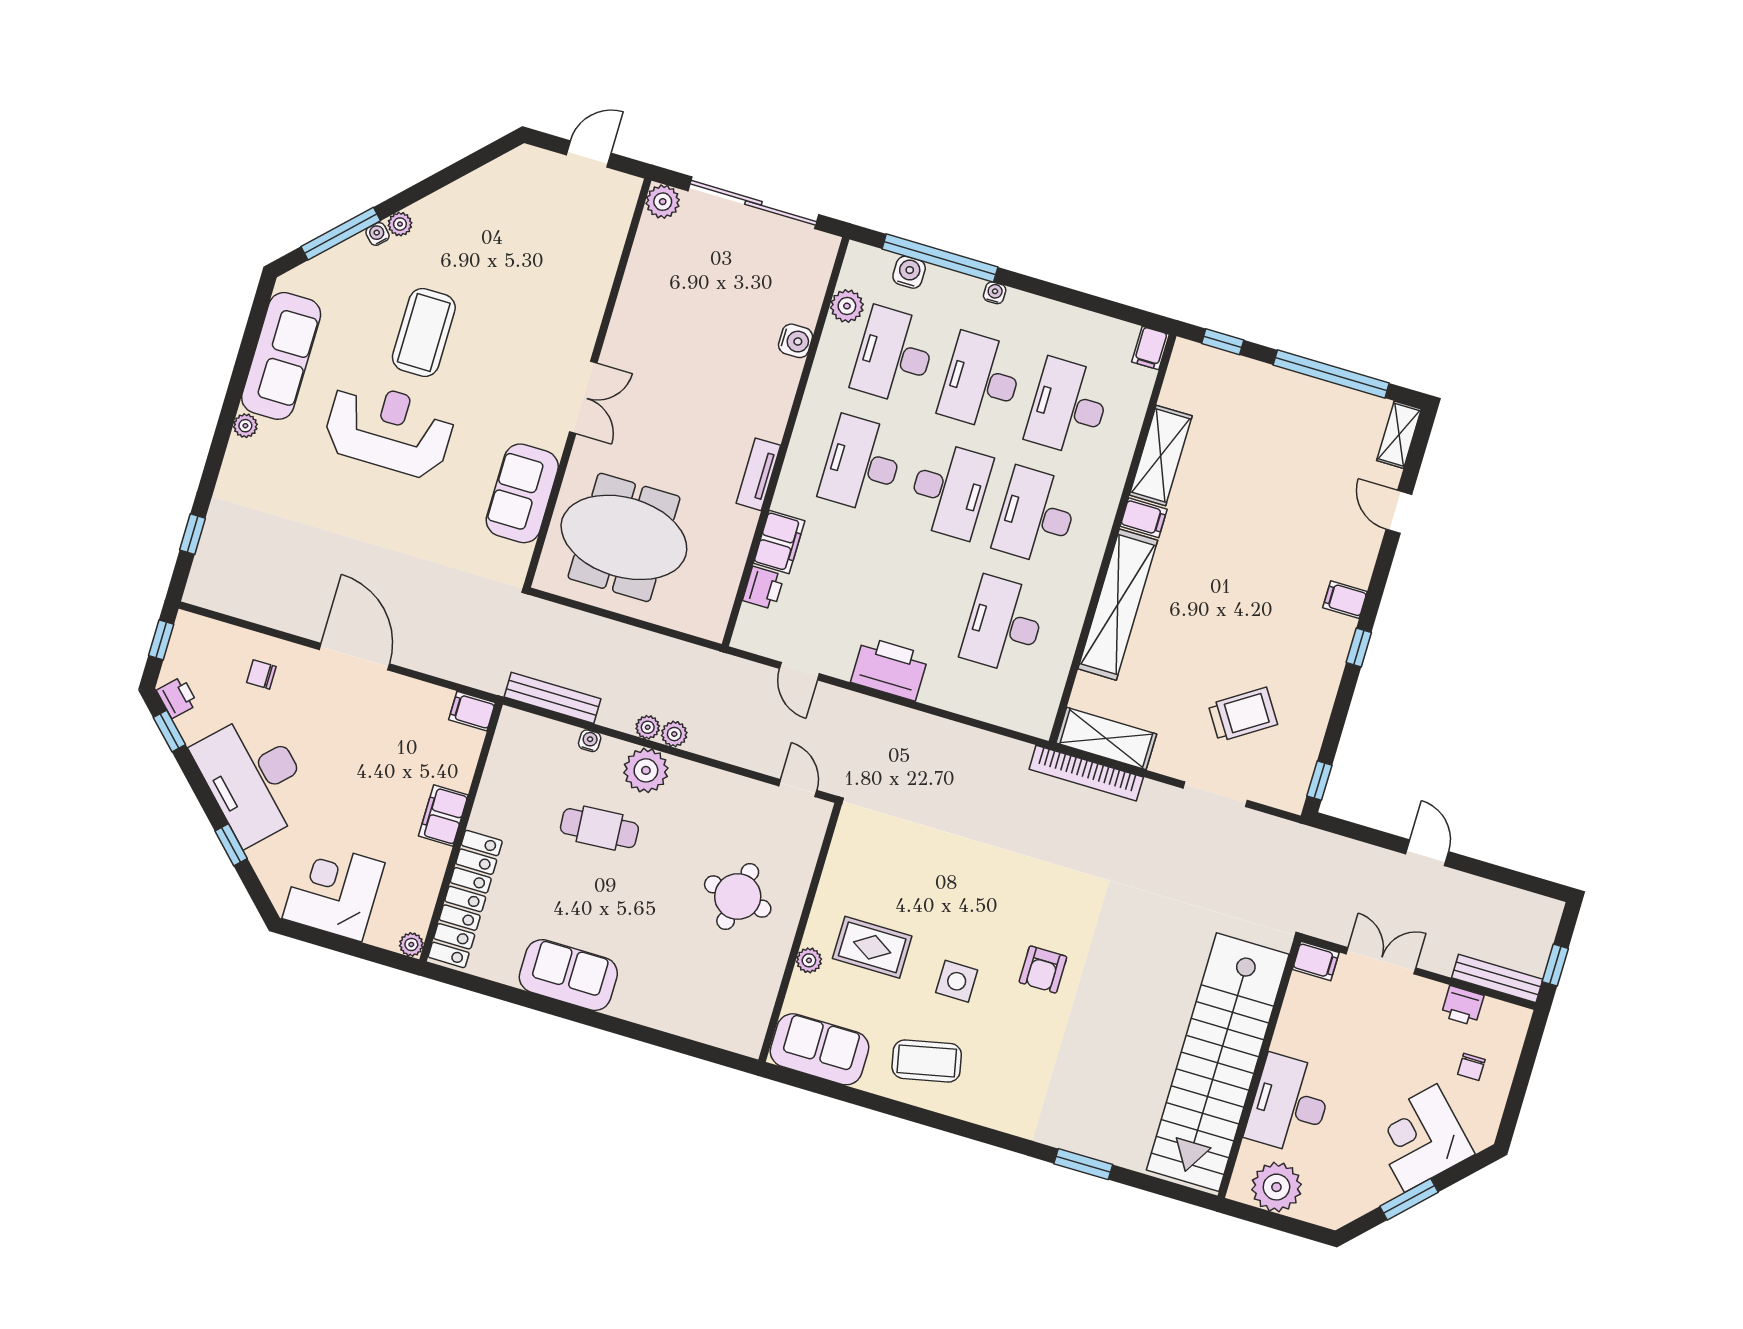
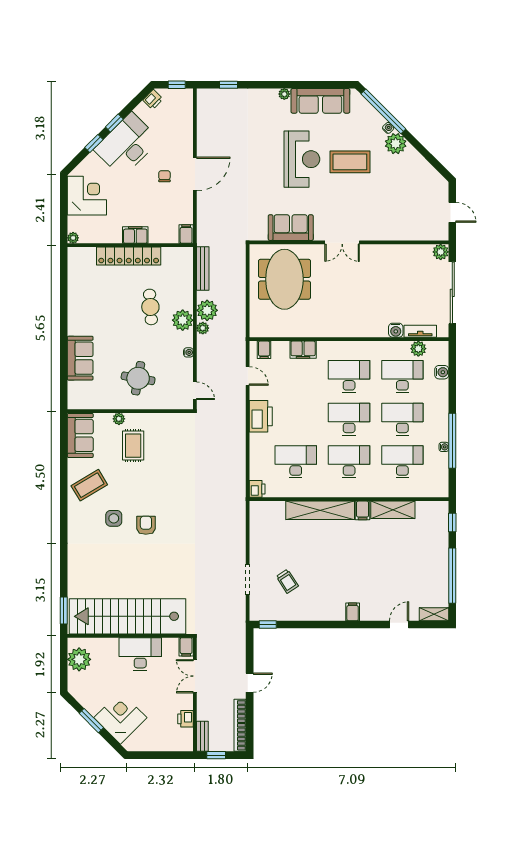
plant: (400, 224) -> (396, 144), width x1.88, depth x1.88
window: (341, 234) -> (383, 111), width x1.46
window: (940, 258) -> (452, 441), moved
water cooler: (995, 293) -> (444, 447), moved
filing cabinet: (1150, 348) -> (264, 350), moved, turned -90
tv unit: (758, 474) -> (420, 331), moved
desk: (949, 490) -> (349, 419), turned 180
printer: (763, 588) -> (257, 489), moved, turned -90
window: (1359, 647) -> (333, 624), removed
door: (799, 671) -> (248, 376), swing flipped
chair: (261, 674) -> (164, 176), moved
trolley: (1243, 714) -> (287, 581), width x0.73, depth x0.72
plant: (648, 727) -> (207, 310), width x1.88, depth x1.88
window: (169, 731) -> (114, 123), moved
shelving: (1106, 738) -> (258, 523), removed
water cooler: (590, 741) -> (188, 352), moved
bookcase: (1086, 773) -> (240, 725), moved
door: (798, 788) -> (195, 391), hinge flipped
locker: (465, 899) -> (129, 256), moved
double door: (1381, 961) -> (195, 676), swing flipped
armchair: (1043, 969) -> (146, 525), turned 90
sofa: (568, 975) -> (80, 358), moved
bench: (1497, 978) -> (202, 736), width x0.73
side table: (957, 981) -> (114, 518), moved
coffee table: (927, 1061) -> (89, 485), turned 71
chair: (1471, 1067) -> (159, 731), removed
desk: (1289, 1104) -> (140, 654), moved
window: (1083, 1164) -> (64, 611), moved

